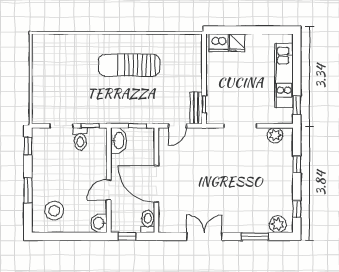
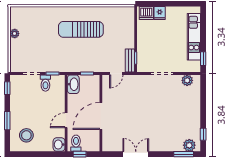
plant: (38, 71) -> (15, 34), added
window: (297, 164) -> (203, 102), removed
door: (156, 184) -> (101, 116), hinge flipped
toilet: (148, 221) -> (76, 143), moved
window: (255, 236) -> (184, 154), moved

